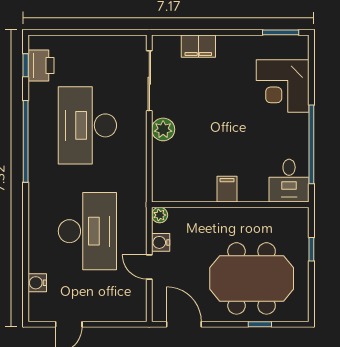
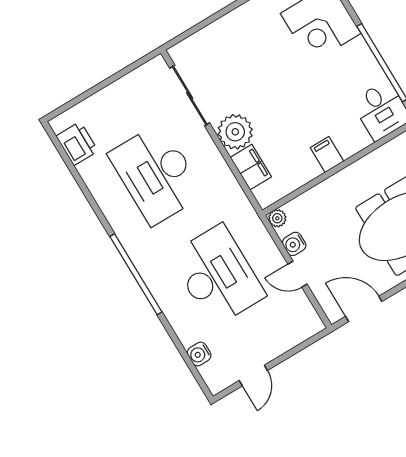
filing cabinet: (198, 46) -> (251, 167), moved, turned -90
window: (26, 65) -> (62, 152), removed
plant: (163, 129) -> (235, 132), width x1.36, depth x1.36
window: (26, 141) -> (136, 274), moved

